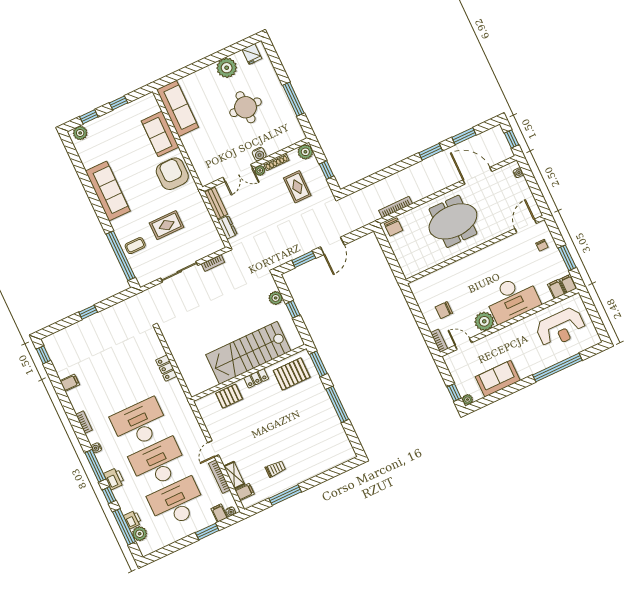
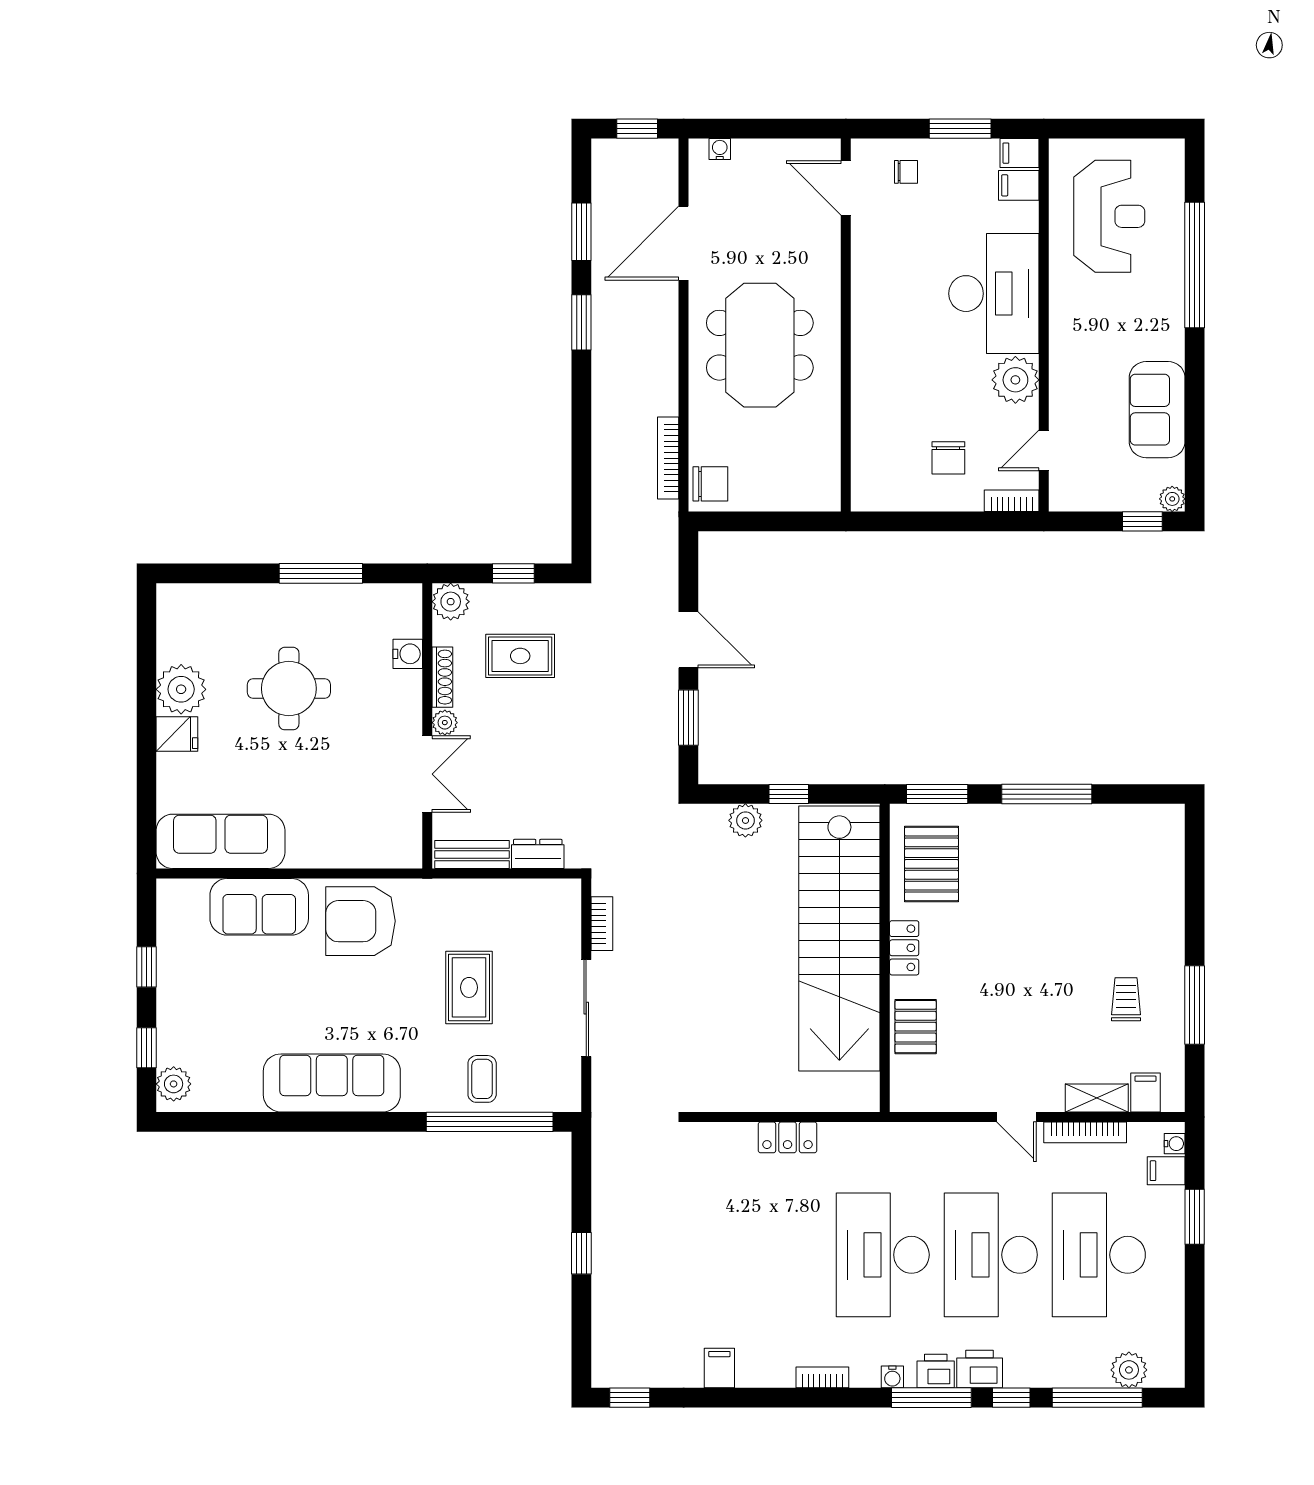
fridge: (252, 54) -> (177, 734), moved
water cooler: (259, 154) -> (408, 654), moved
stairs: (248, 353) -> (839, 938), width x1.36
printer: (132, 520) -> (936, 1371), moved

